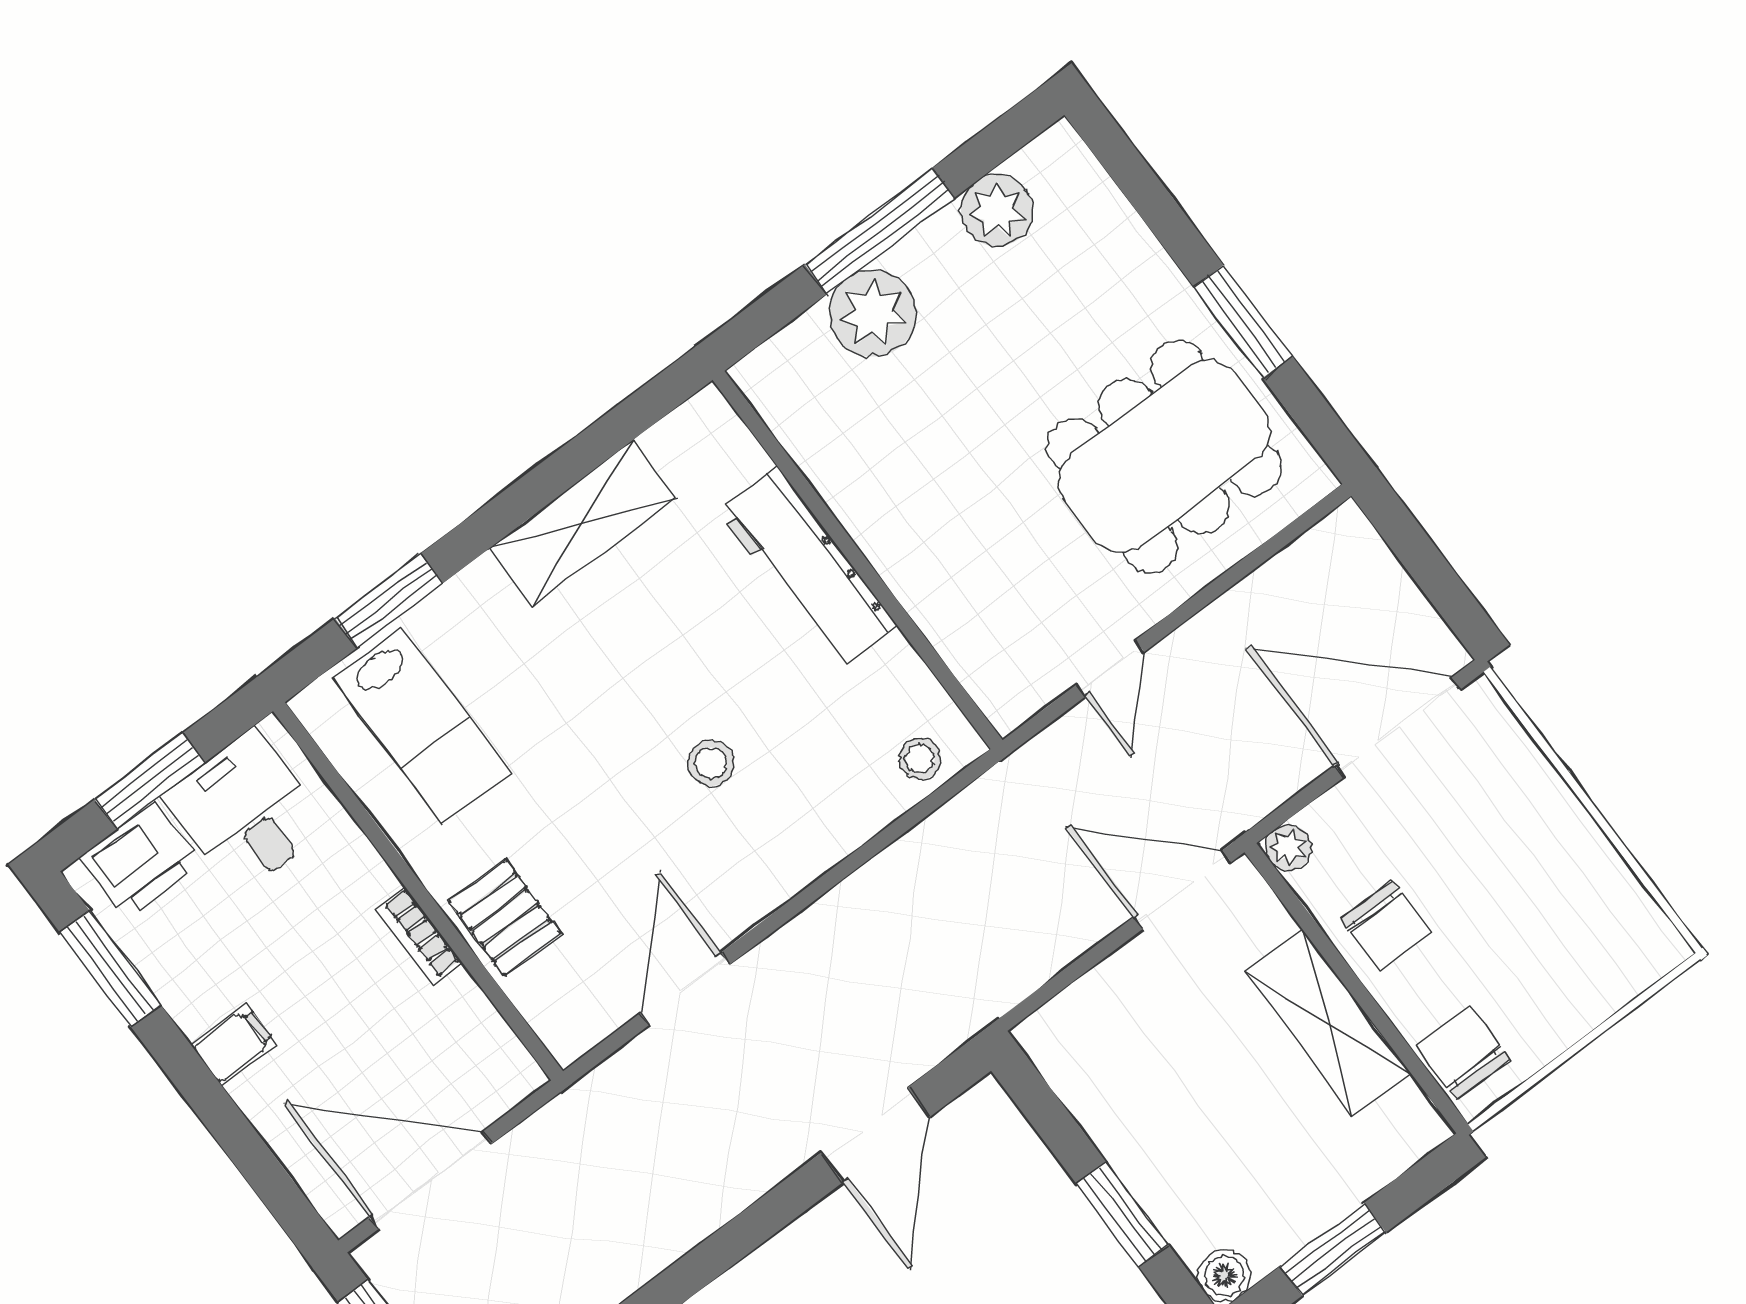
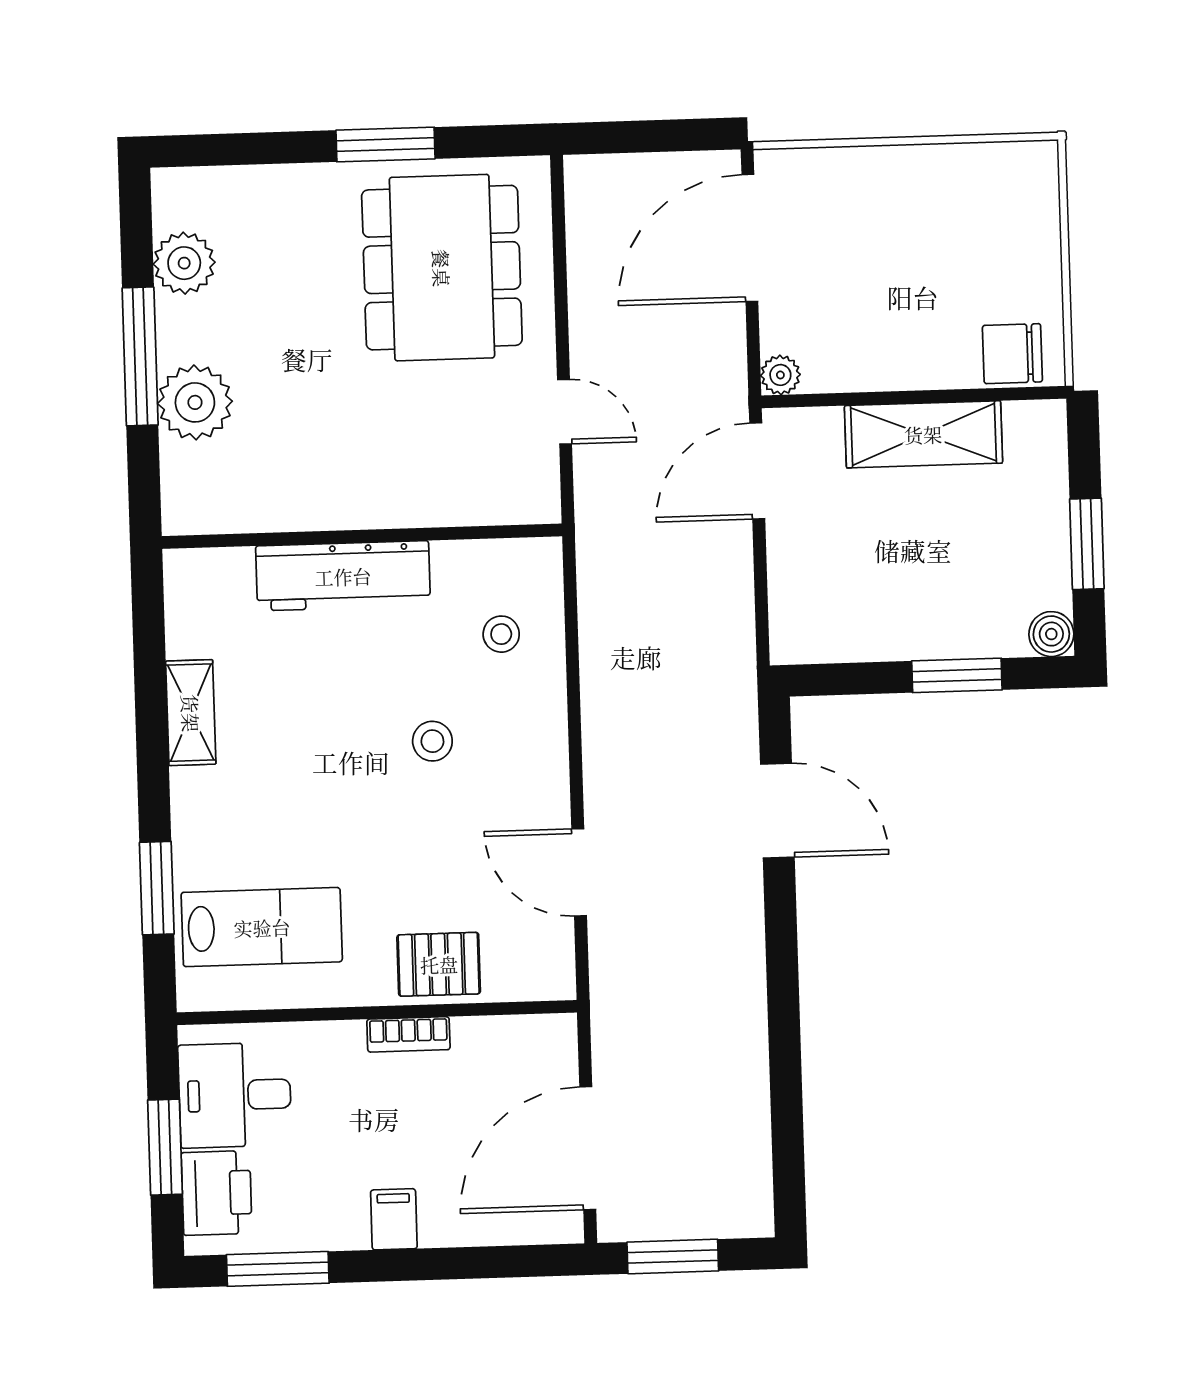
shelving: (583, 523) -> (191, 713), width x0.67, depth x0.75
stool: (920, 759) -> (501, 634), moved
chair: (1386, 926) -> (884, 345), removed

